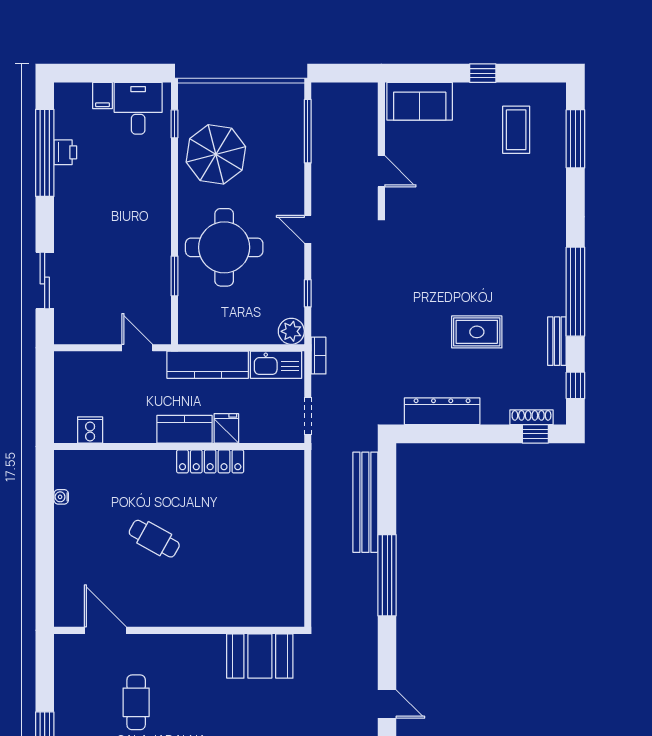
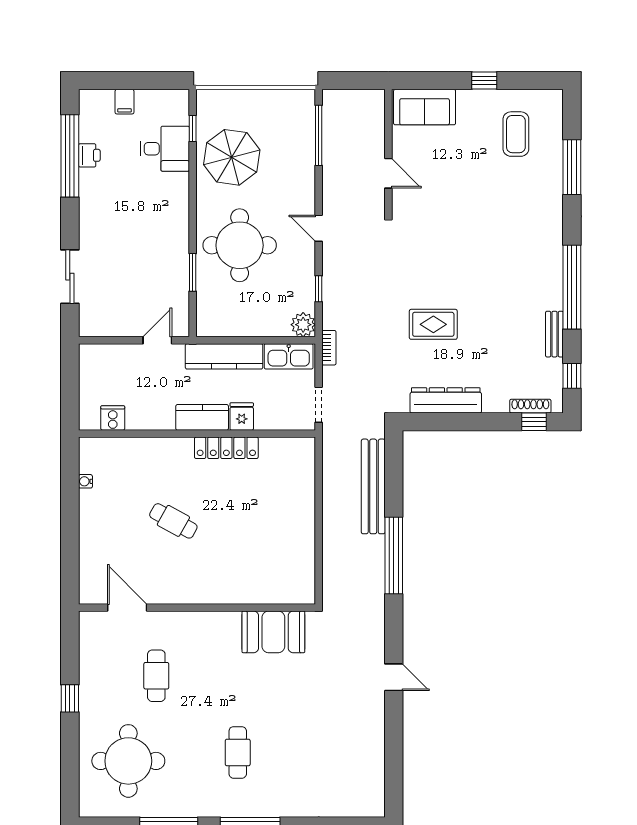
desk: (138, 108) -> (165, 149), moved, turned 90
window: (575, 139) -> (572, 167), moved
rug: (477, 332) -> (433, 324), moved
door: (137, 348) -> (157, 340), hinge flipped

